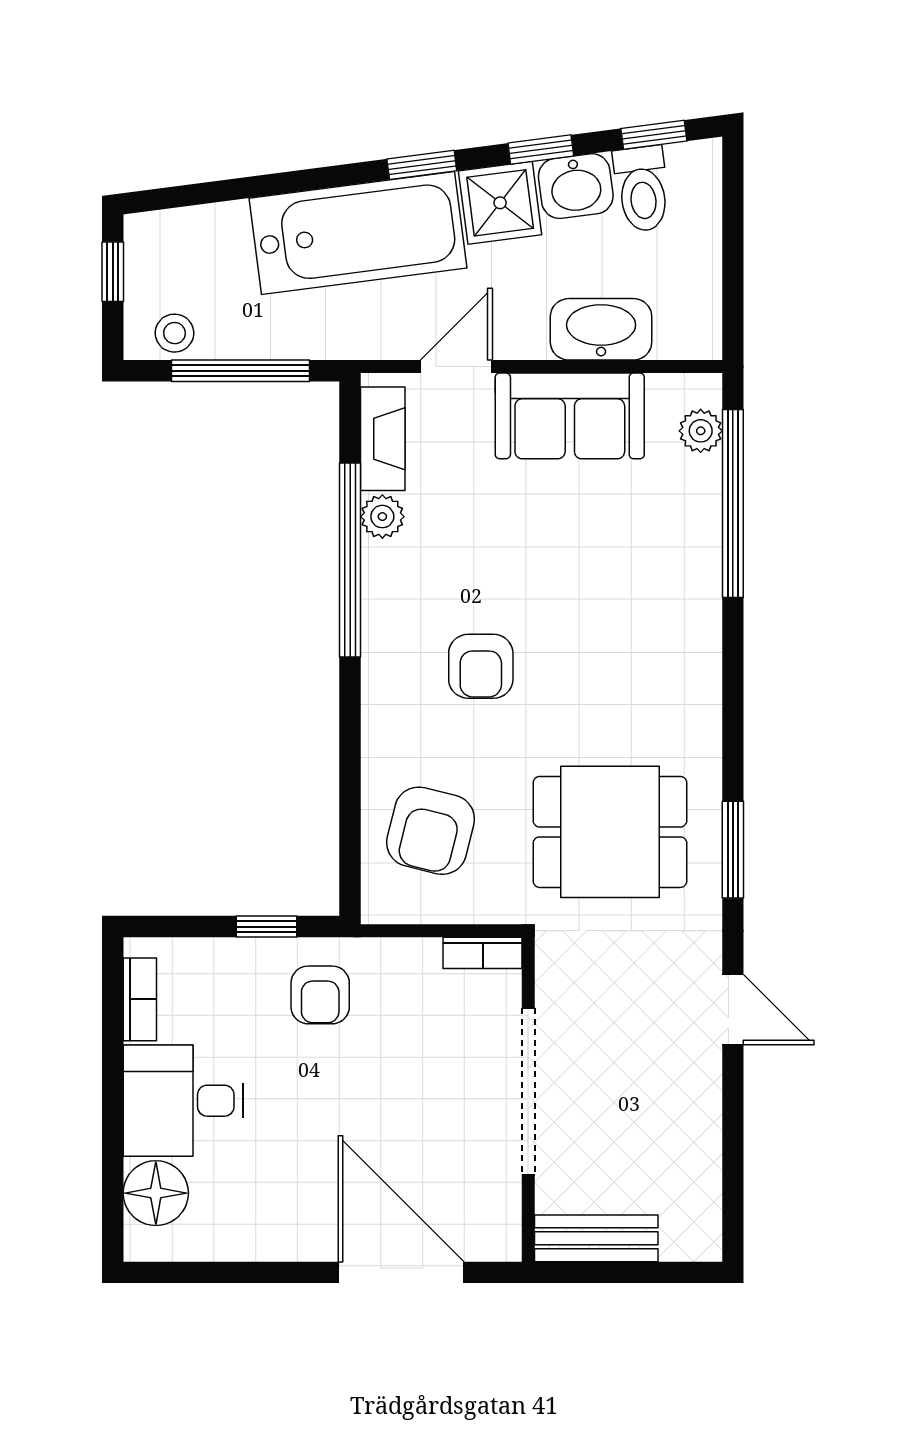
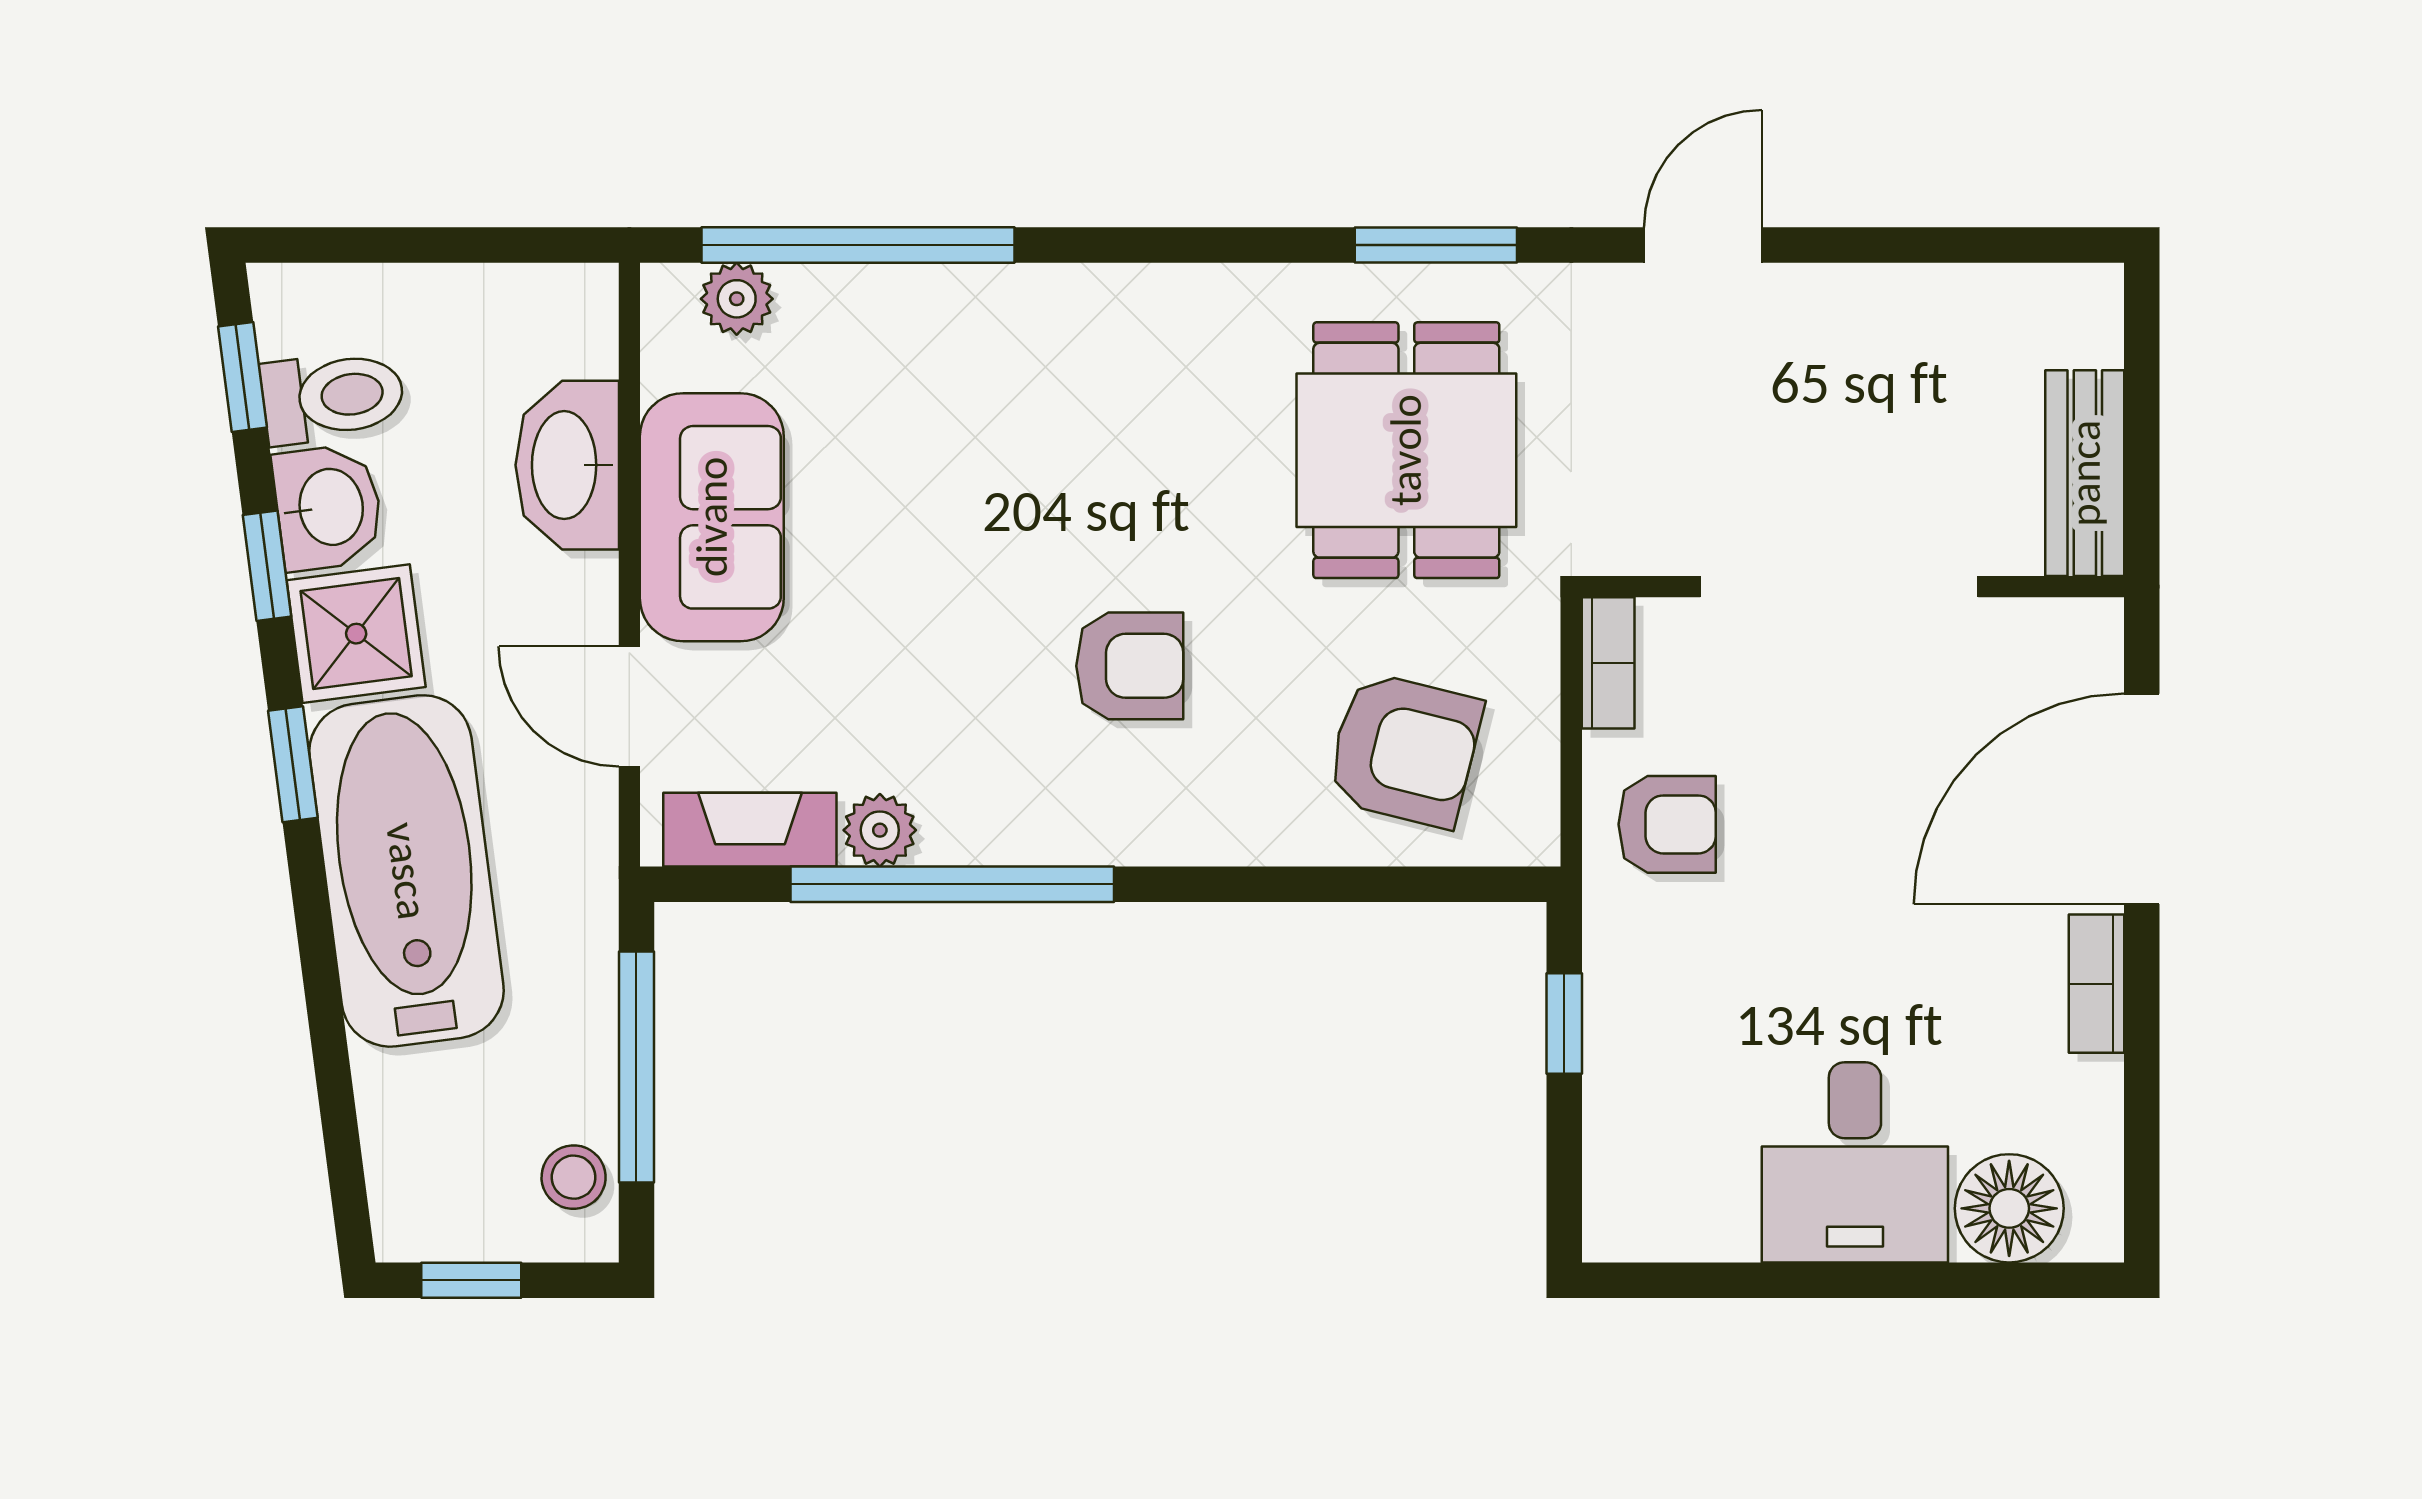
armchair: (320, 995) -> (1667, 824), moved
bookcase: (140, 999) -> (2096, 984), moved, turned -90

